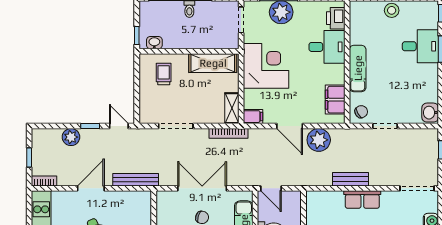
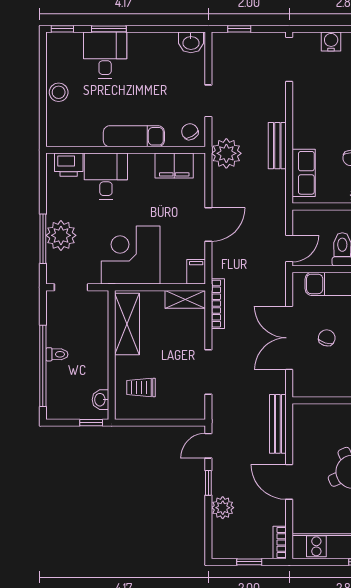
plant: (319, 140) -> (226, 153), moved
row of seats: (362, 200) -> (304, 173), moved

